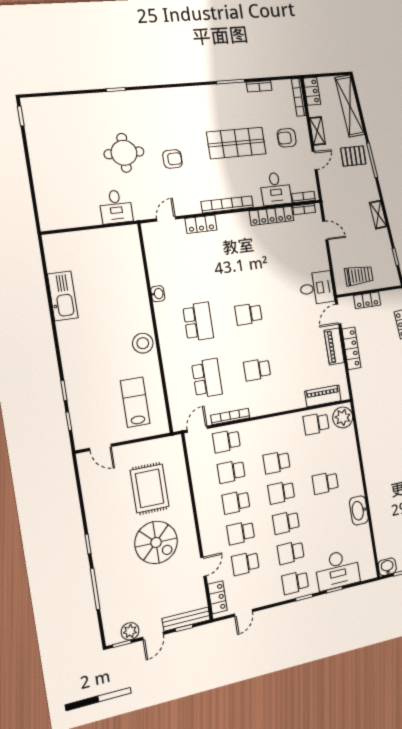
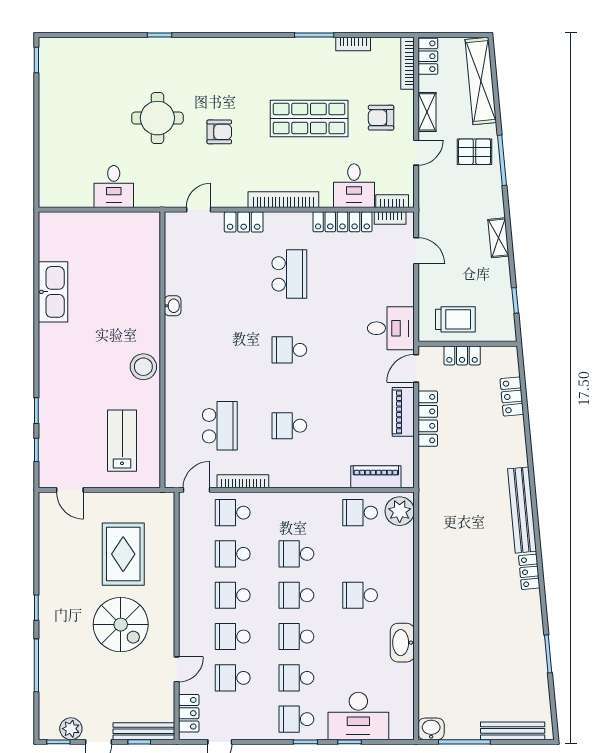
desk: (116, 207) -> (114, 187), moved
school desk: (198, 322) -> (289, 274), moved

